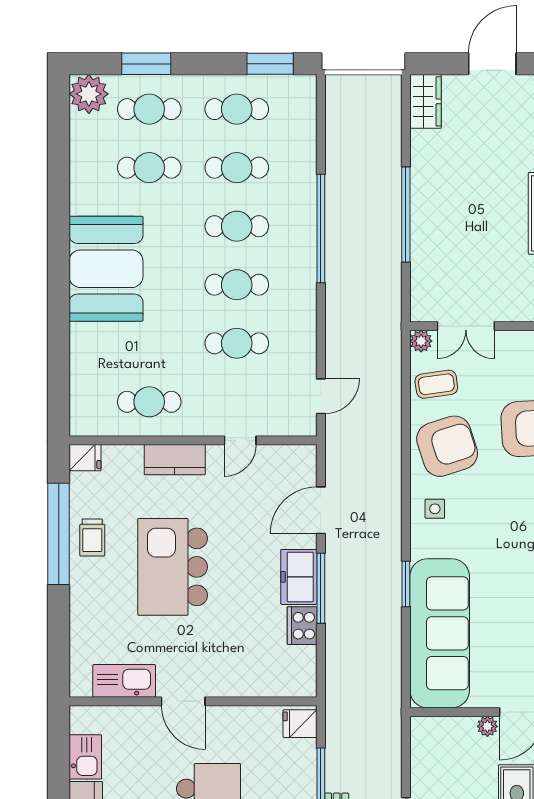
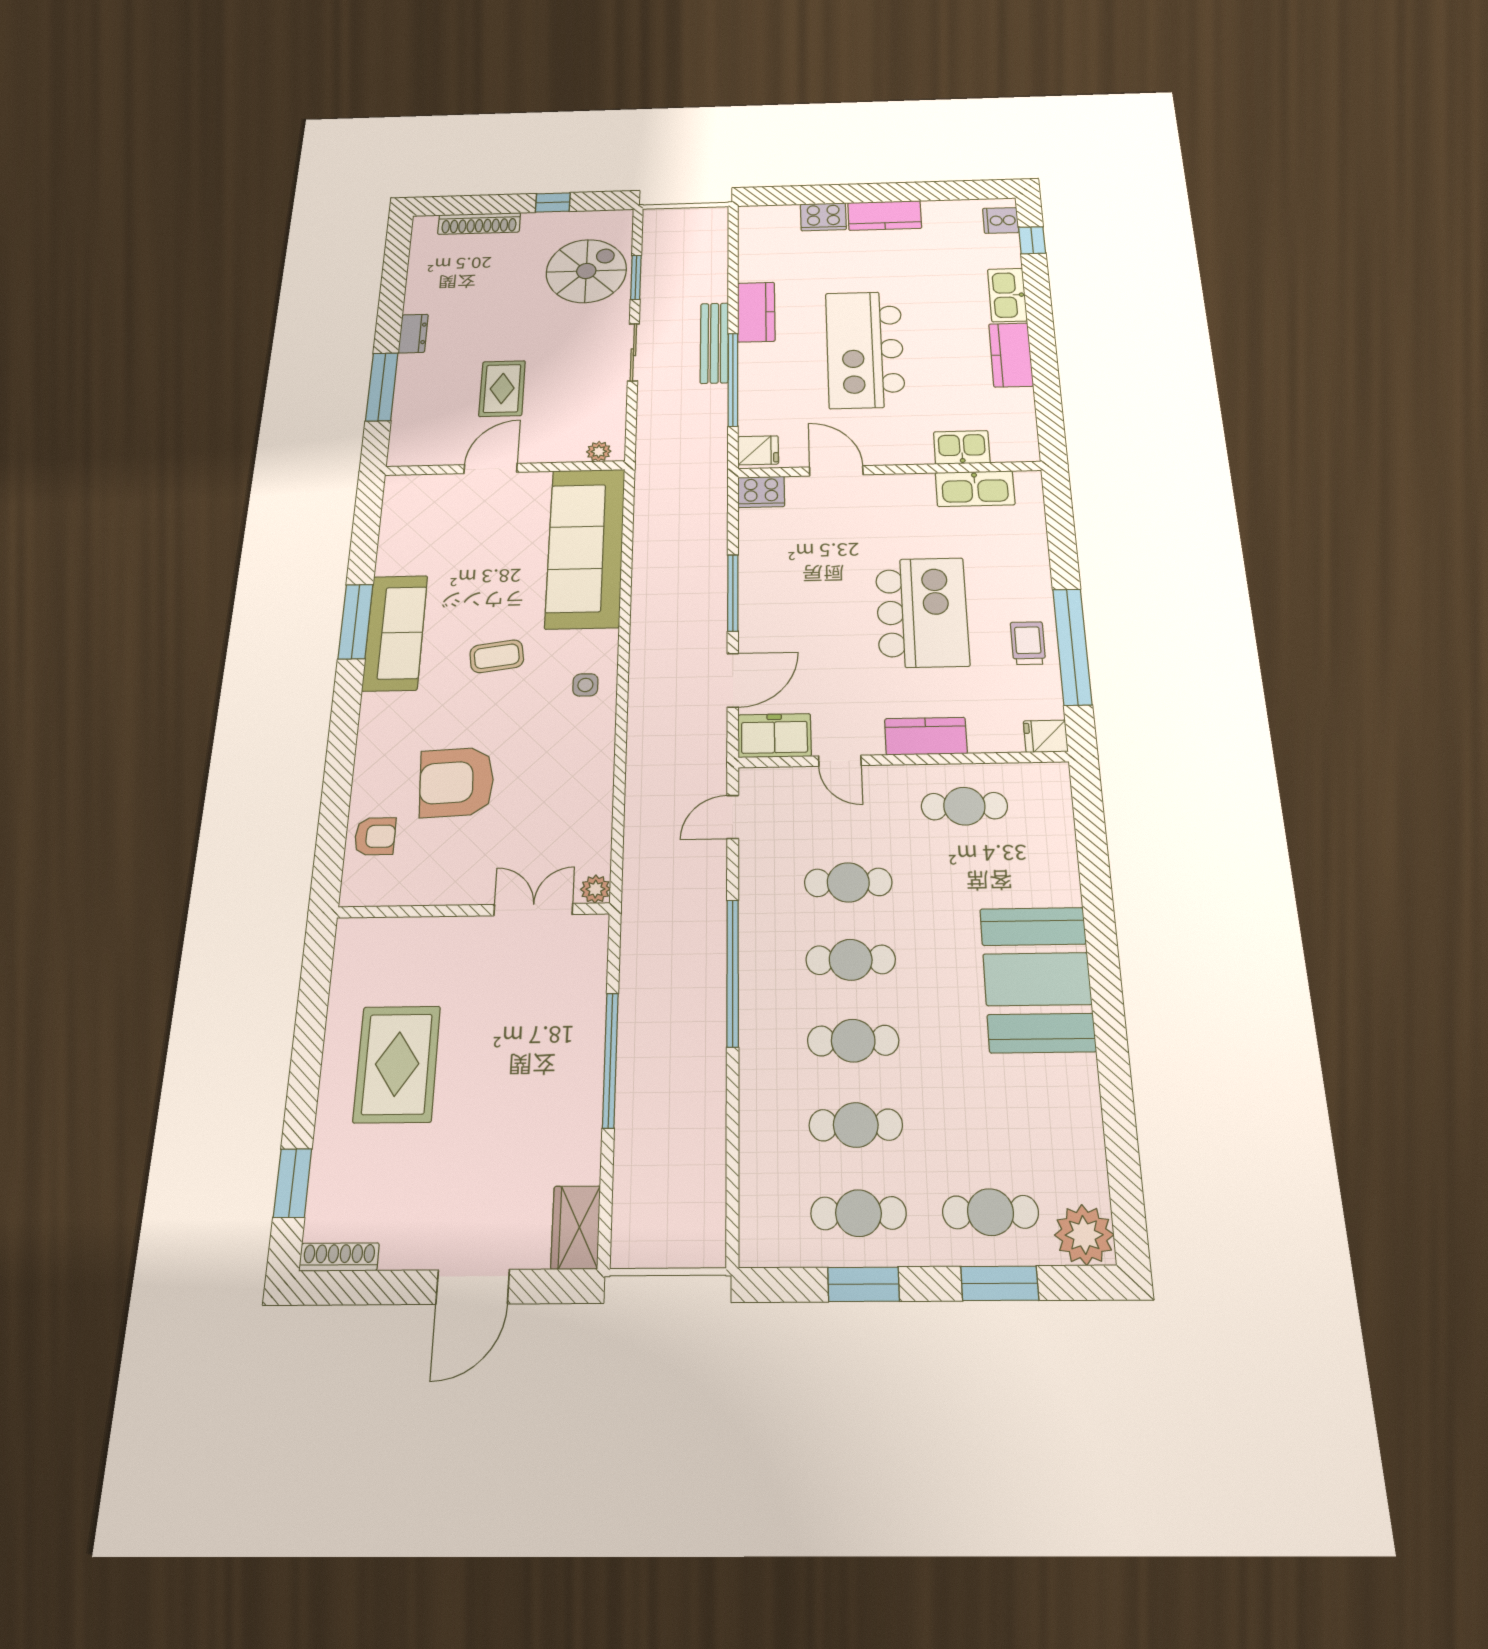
window: (270, 64) -> (863, 1284), moved
cafe table: (149, 168) -> (985, 1124), removed
window: (321, 228) -> (733, 972), moved
coffee table: (436, 384) -> (497, 656), moved
door: (240, 440) -> (840, 761), swing flipped
armchair: (447, 446) -> (566, 759), removed
freezer: (299, 577) -> (774, 736), moved, turned -90
window: (406, 584) -> (625, 600), removed
cooker: (302, 626) -> (761, 492), moved, turned 90
door: (183, 701) -> (836, 471), moved
plant: (487, 726) -> (599, 452), moved
kitchen sink: (85, 757) -> (962, 447), moved, turned 90

